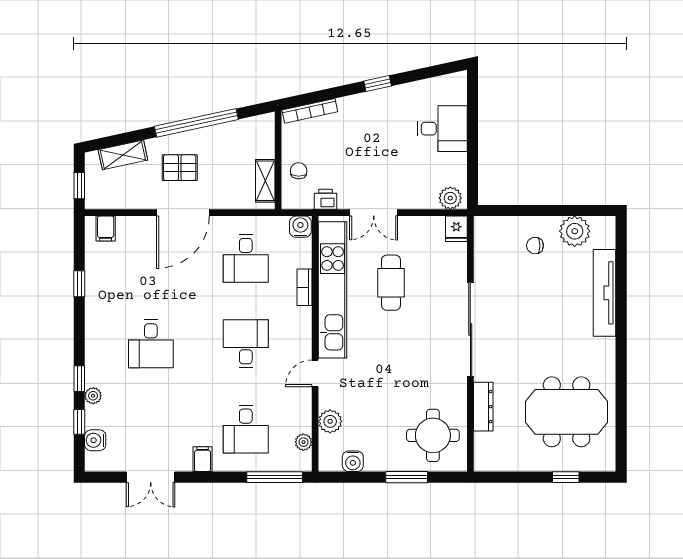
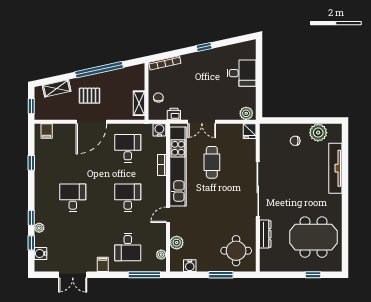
desk: (246, 258) -> (128, 148), turned 180
desk: (151, 344) -> (73, 198), turned 180

